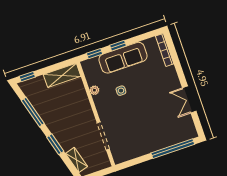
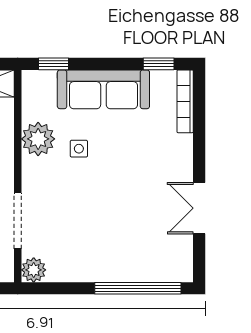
window: (118, 46) -> (159, 64), moved
plant: (94, 90) -> (38, 139), width x1.87, depth x1.87
plant: (119, 157) -> (34, 270), added

